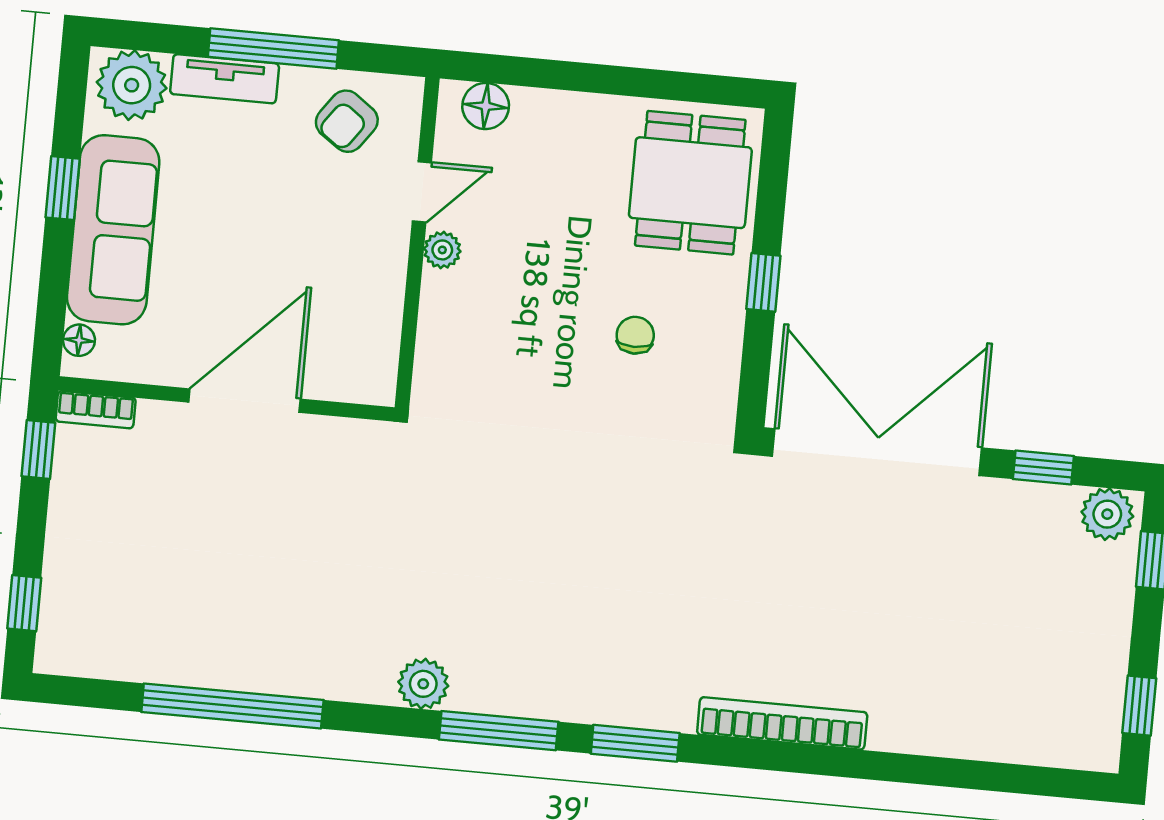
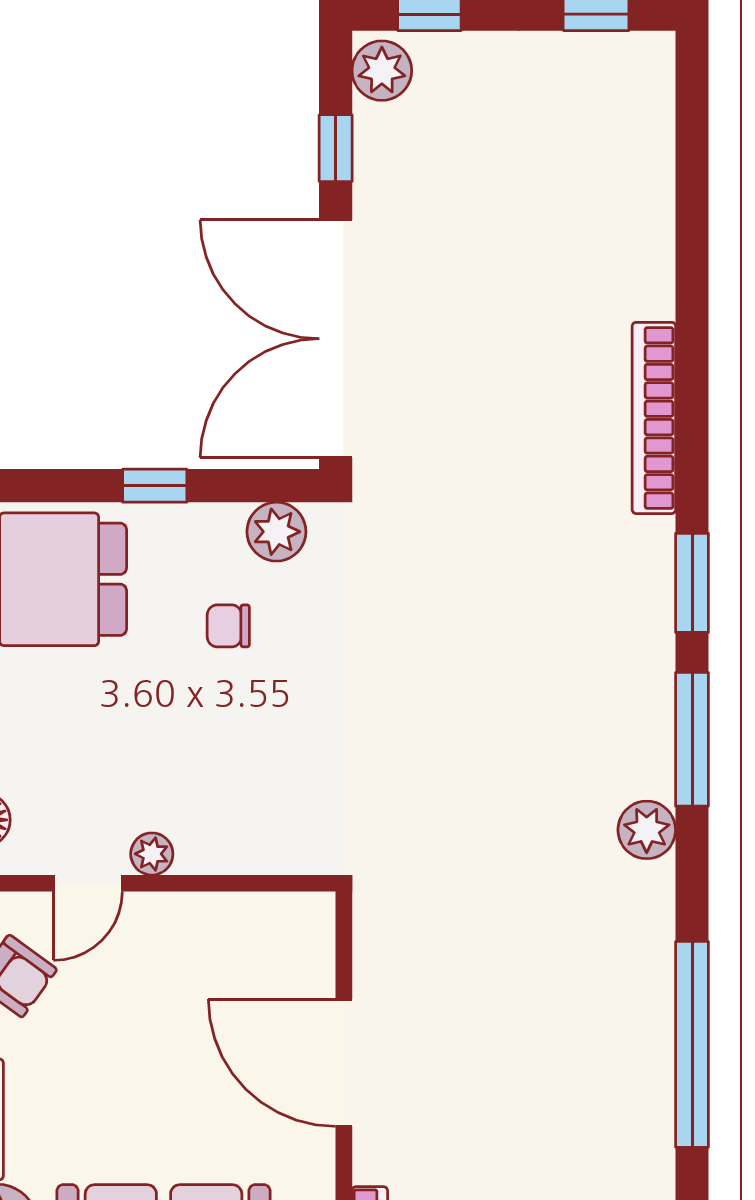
door: (422, 192) -> (88, 883), swing flipped
plant: (713, 385) -> (276, 532), added

